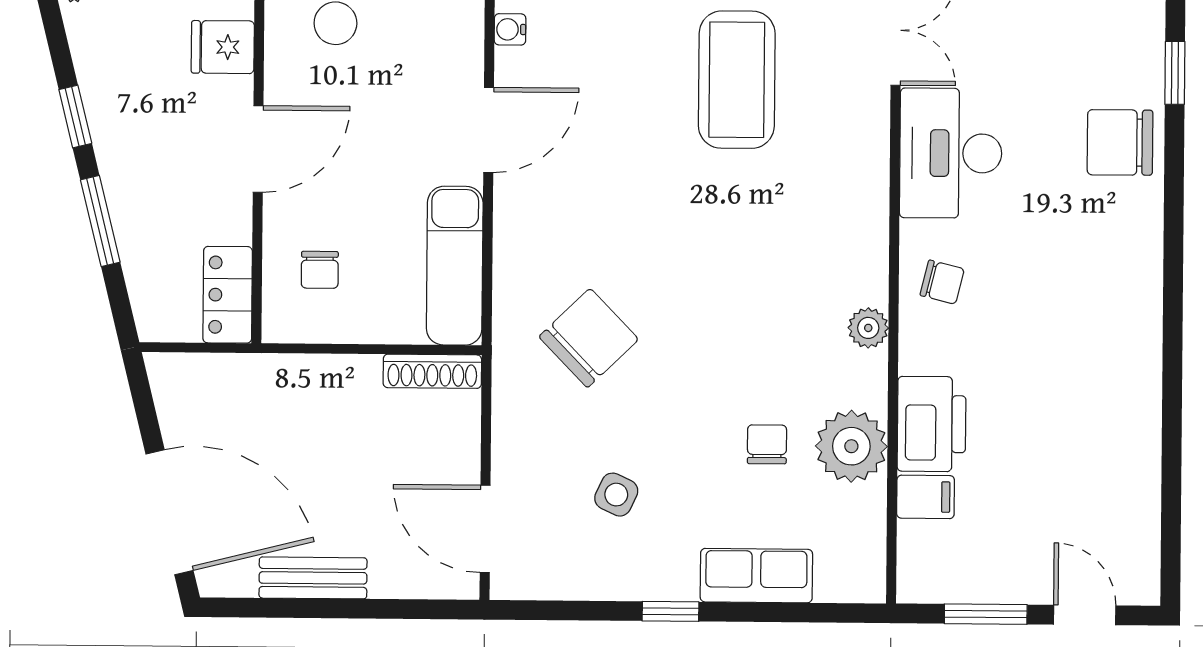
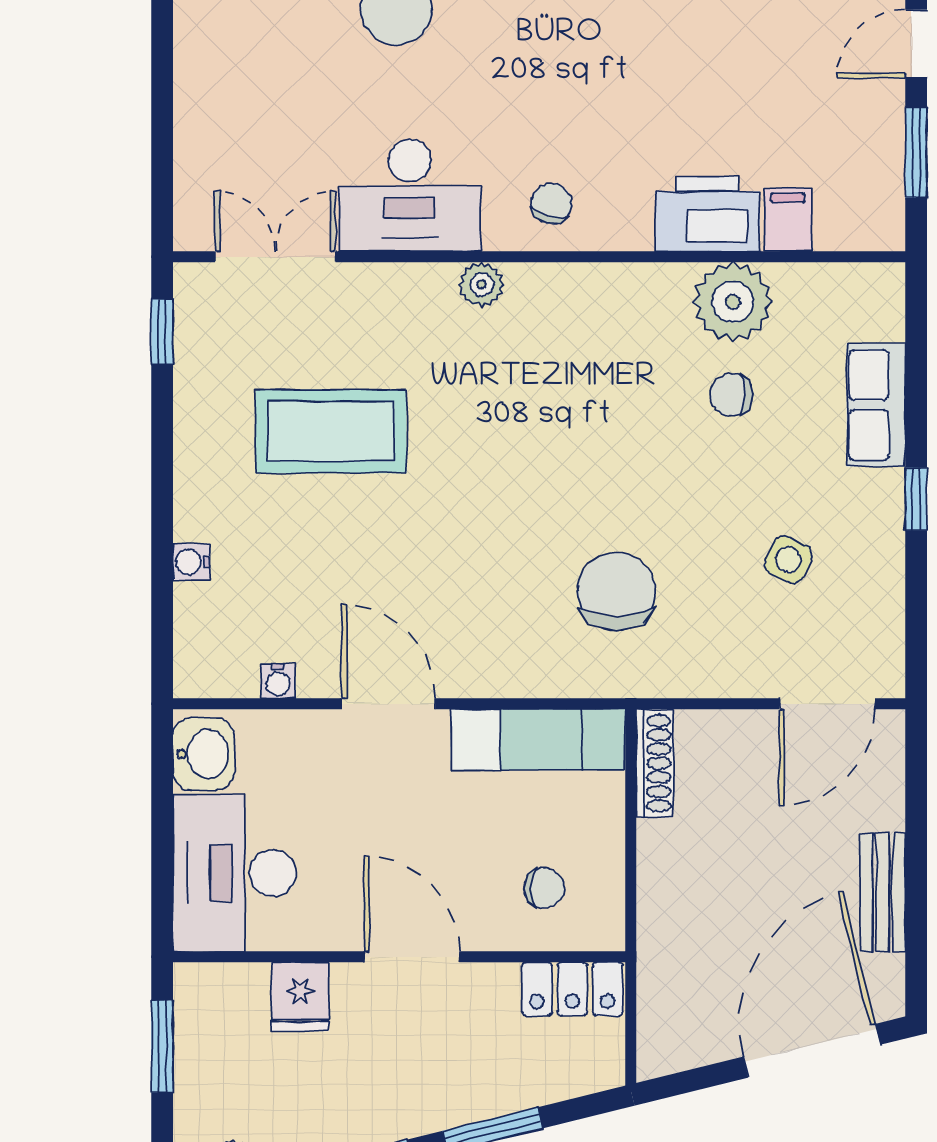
plant: (868, 328) -> (482, 284), moved
chair: (589, 338) -> (616, 592), turned 44

